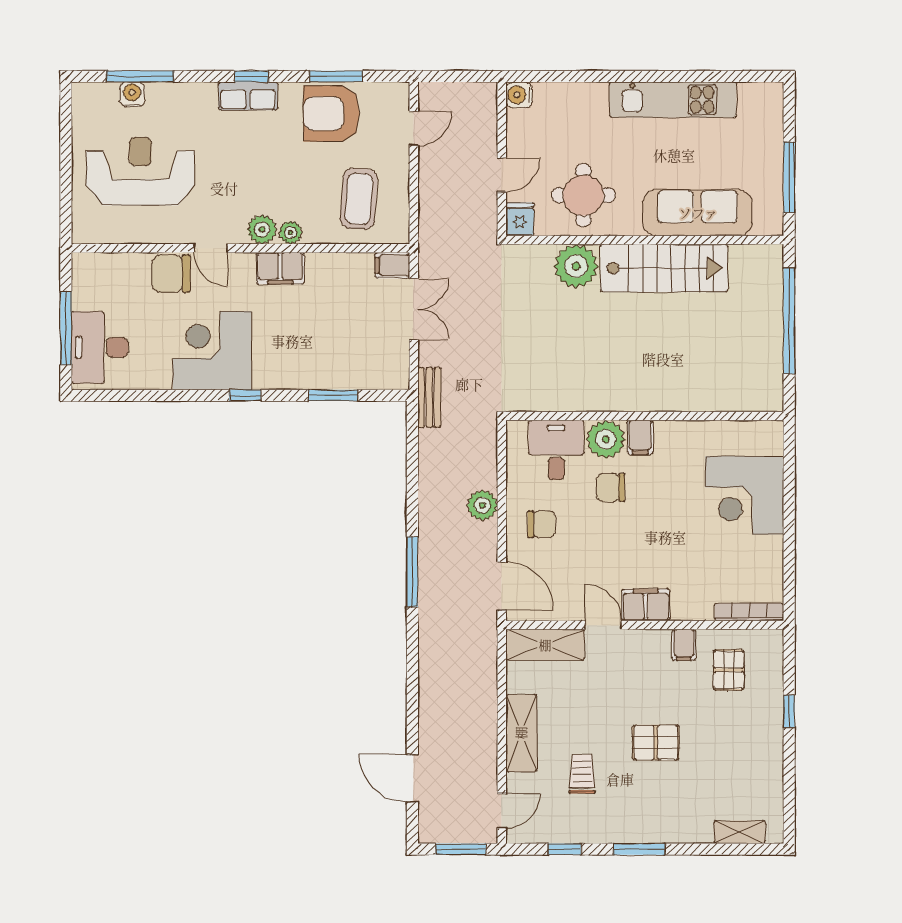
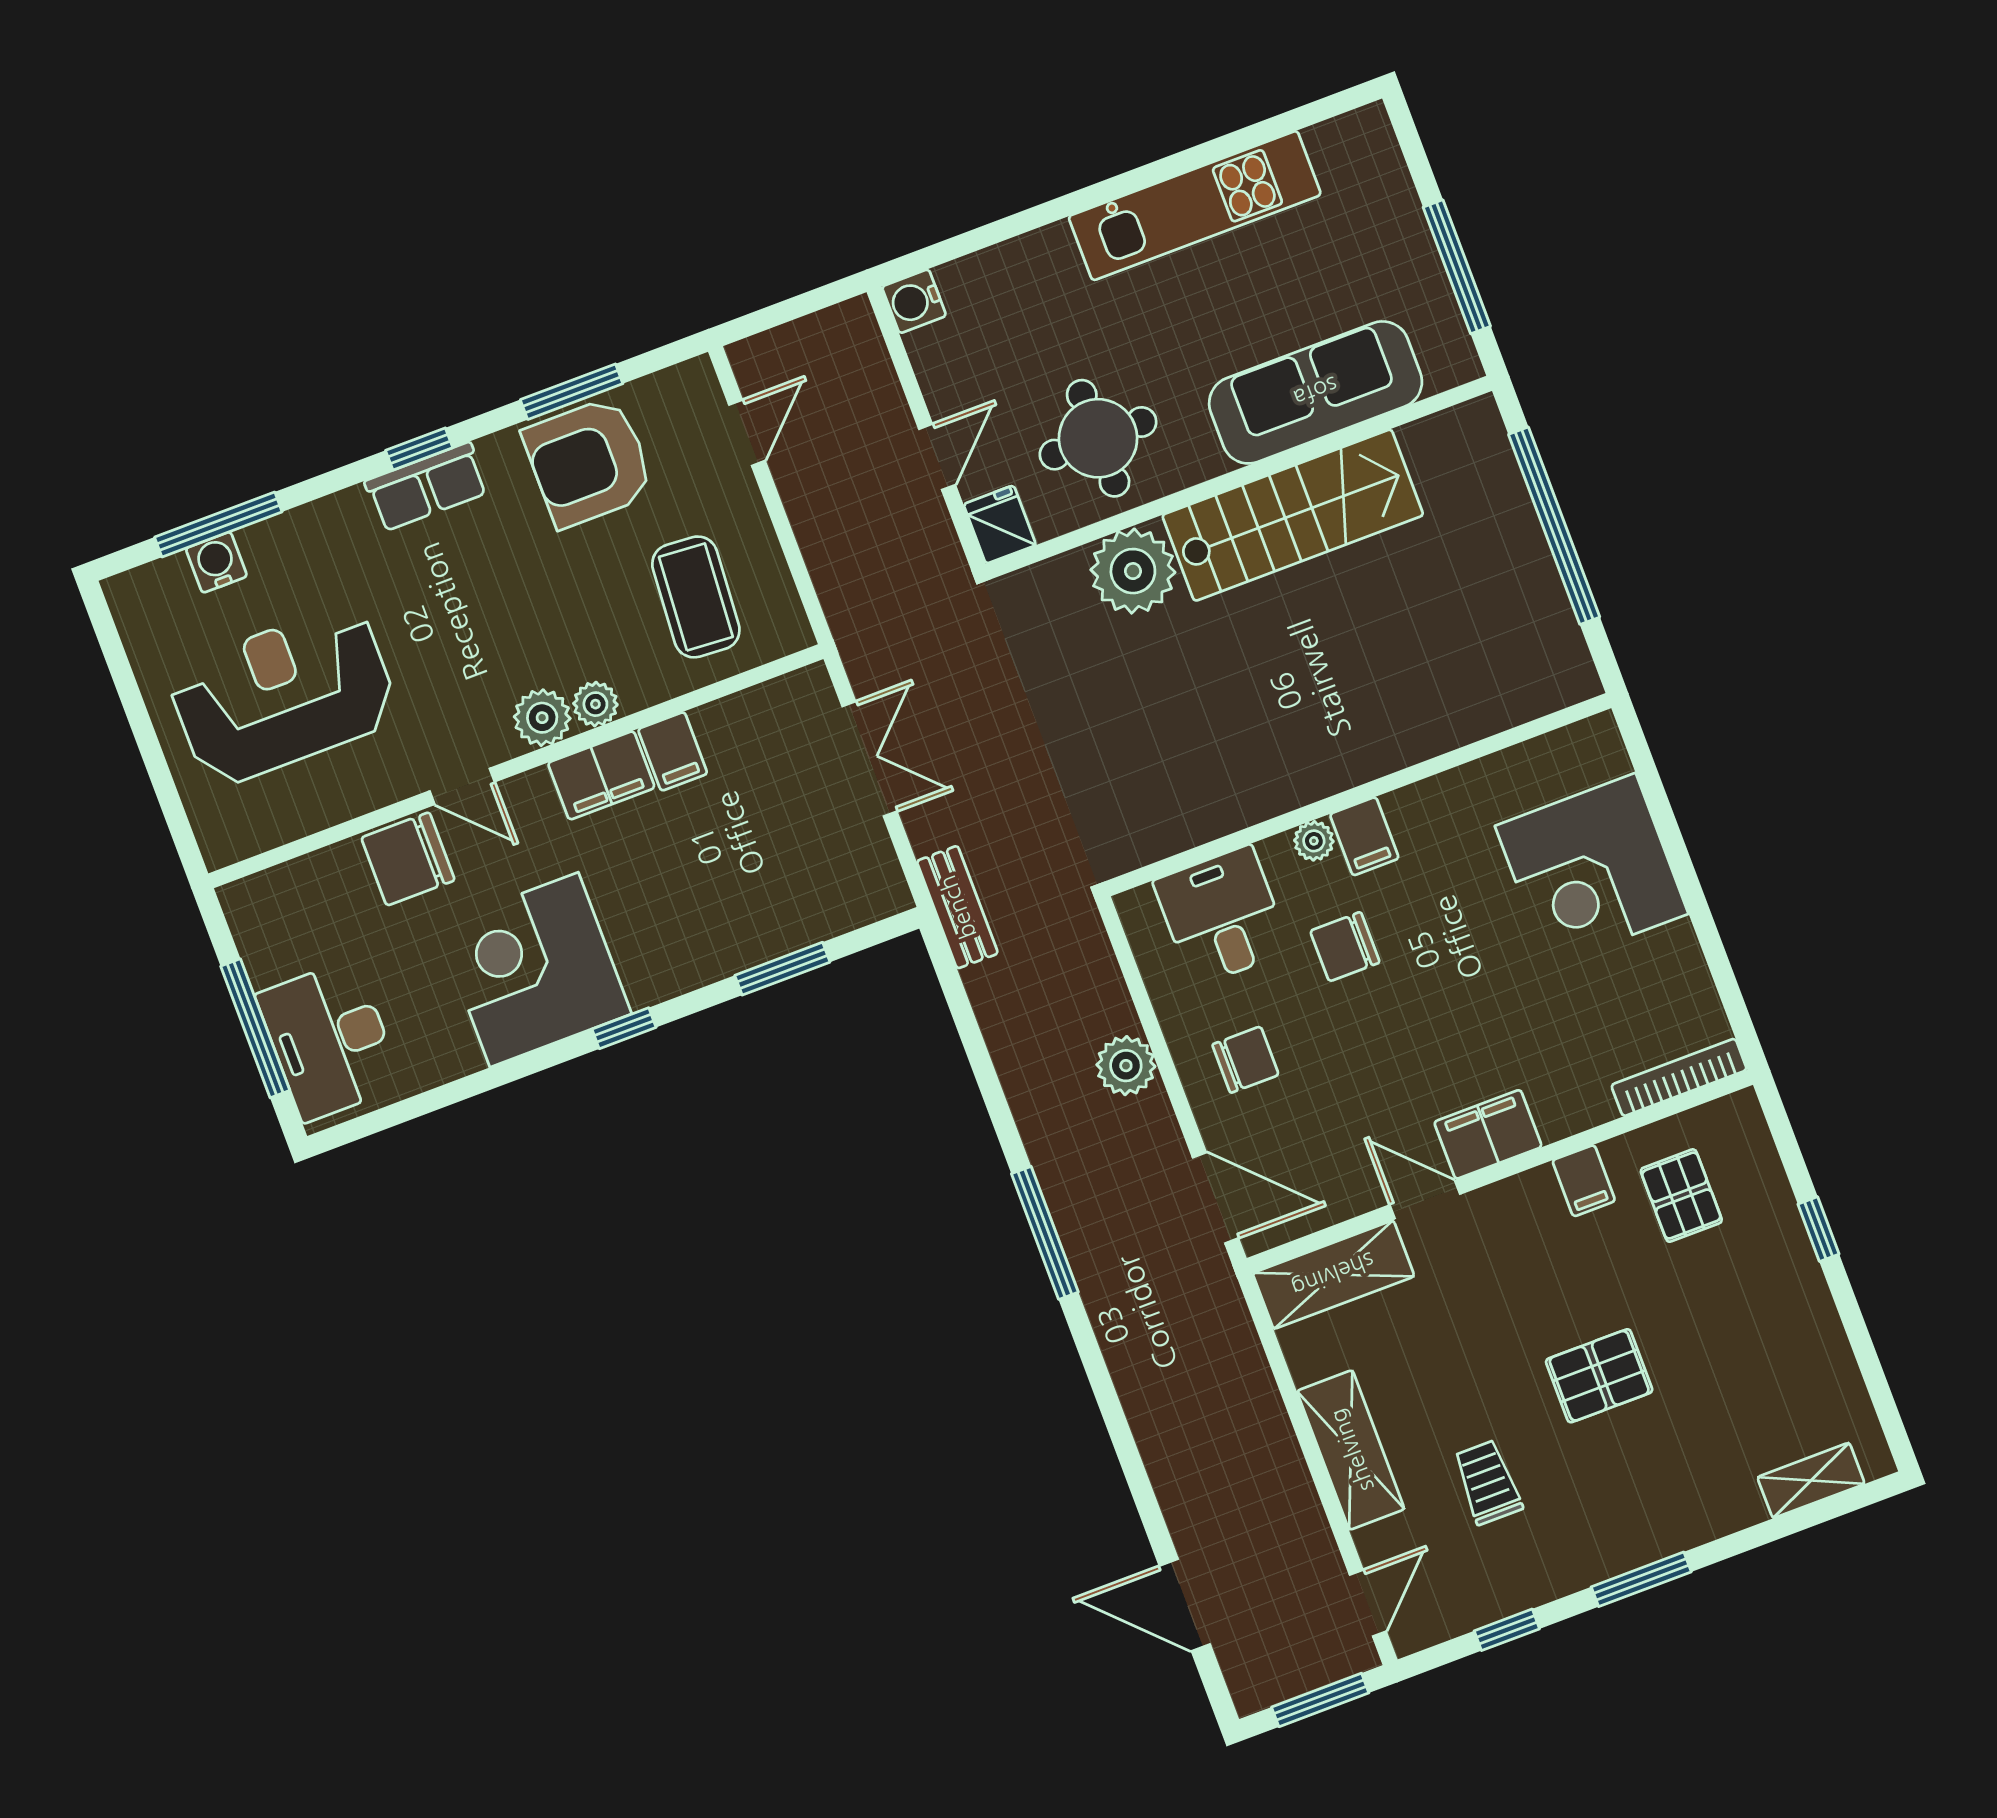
filing cabinet: (392, 265) -> (673, 751), moved, turned -90
plant: (606, 439) -> (1314, 841), width x0.53, depth x0.53

